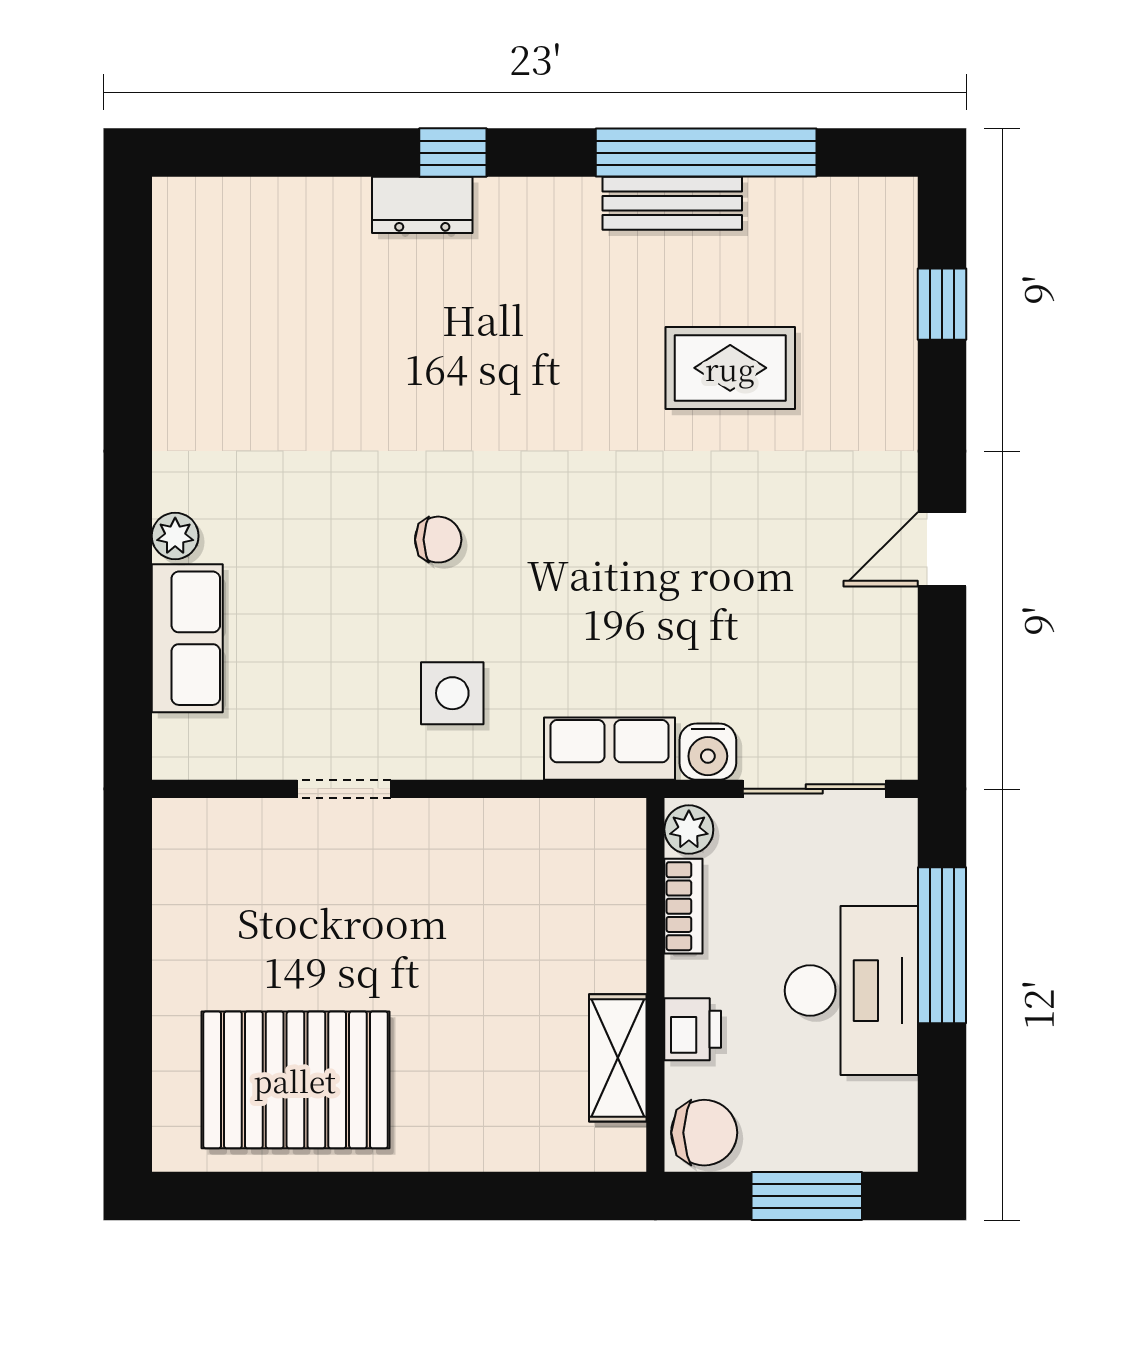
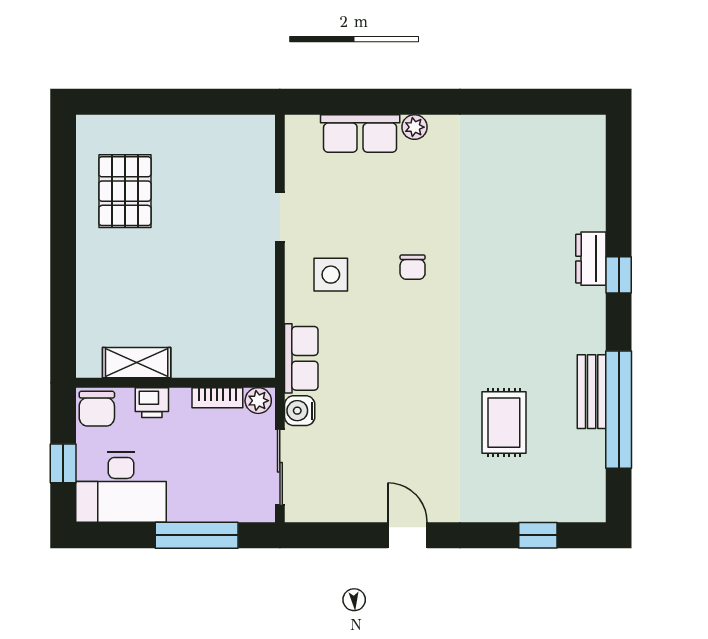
desk: (851, 991) -> (121, 487), moved
pallet: (295, 1080) -> (125, 191), width x0.73, depth x0.71
window: (807, 1196) -> (63, 463), width x0.67

